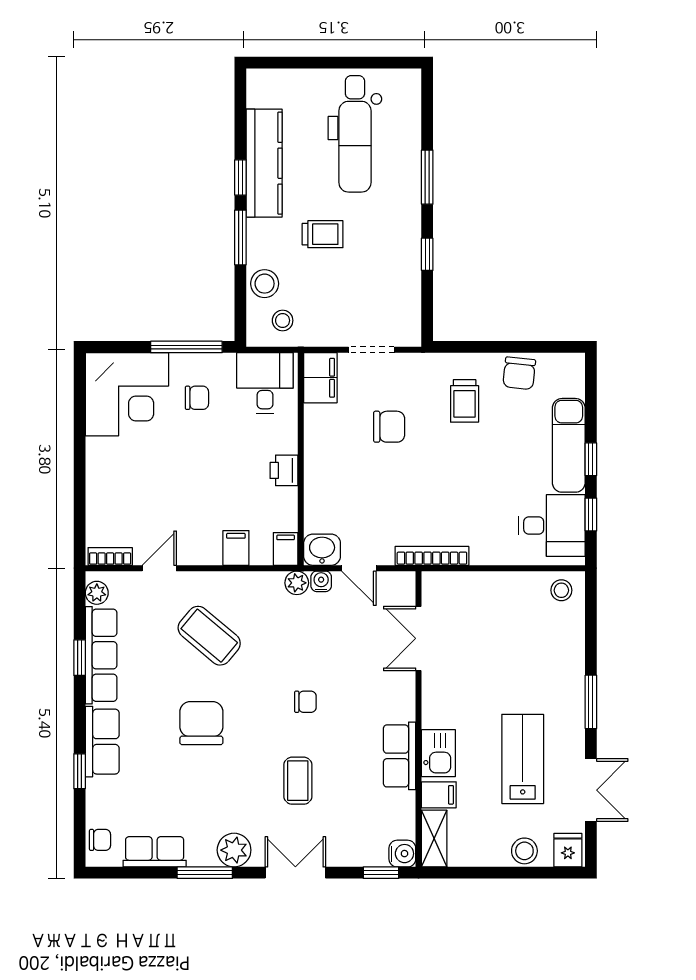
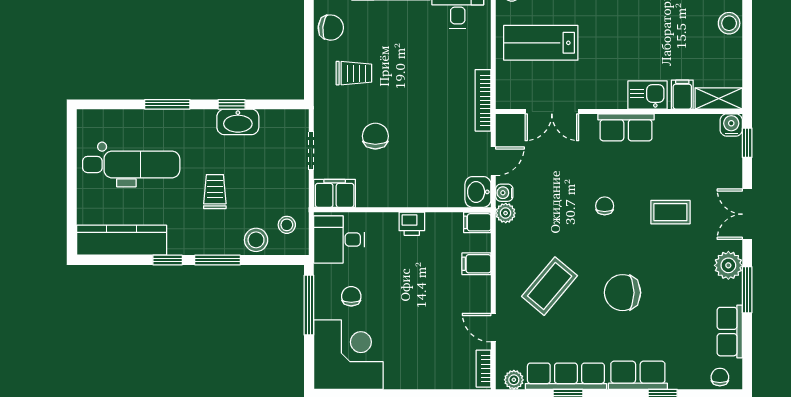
kitchen counter: (264, 163) -> (122, 240), moved
washbasin: (406, 262) -> (238, 122), added
row of seats: (400, 756) -> (626, 127), moved
lab bench: (523, 759) -> (541, 43), moved

